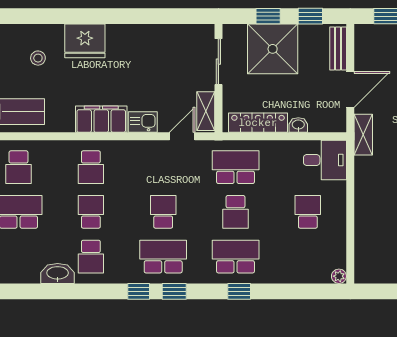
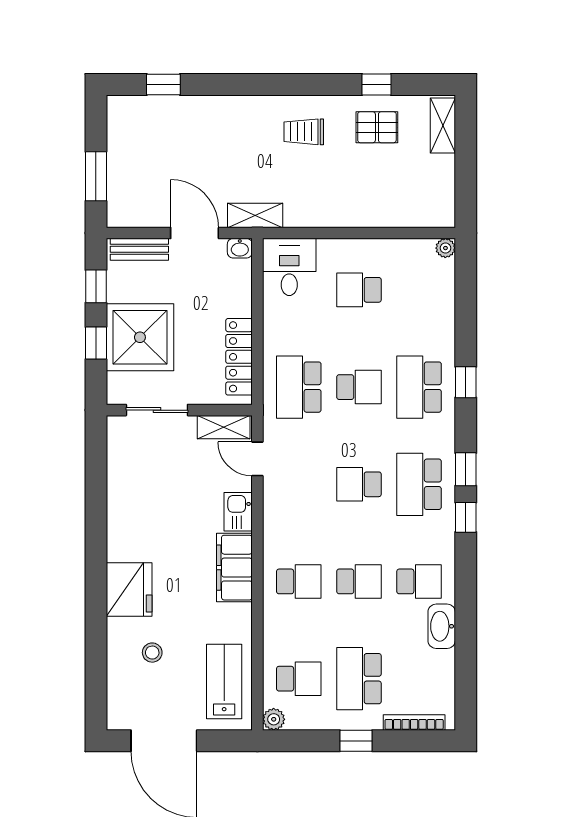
washbasin: (298, 125) -> (240, 248), moved, turned -90
school desk: (91, 212) -> (359, 581), turned 180

